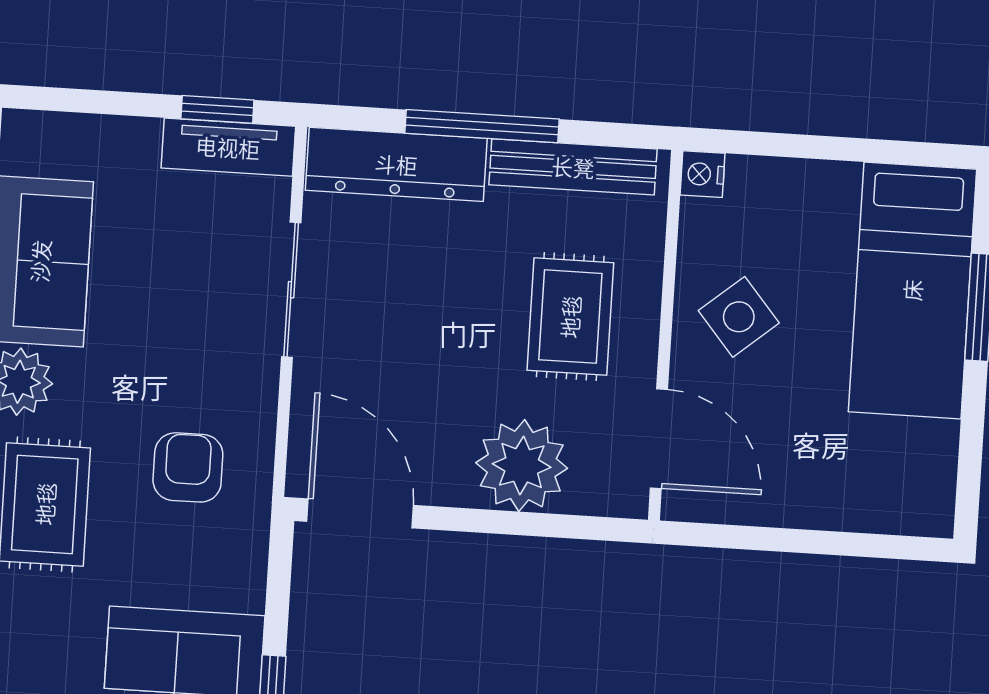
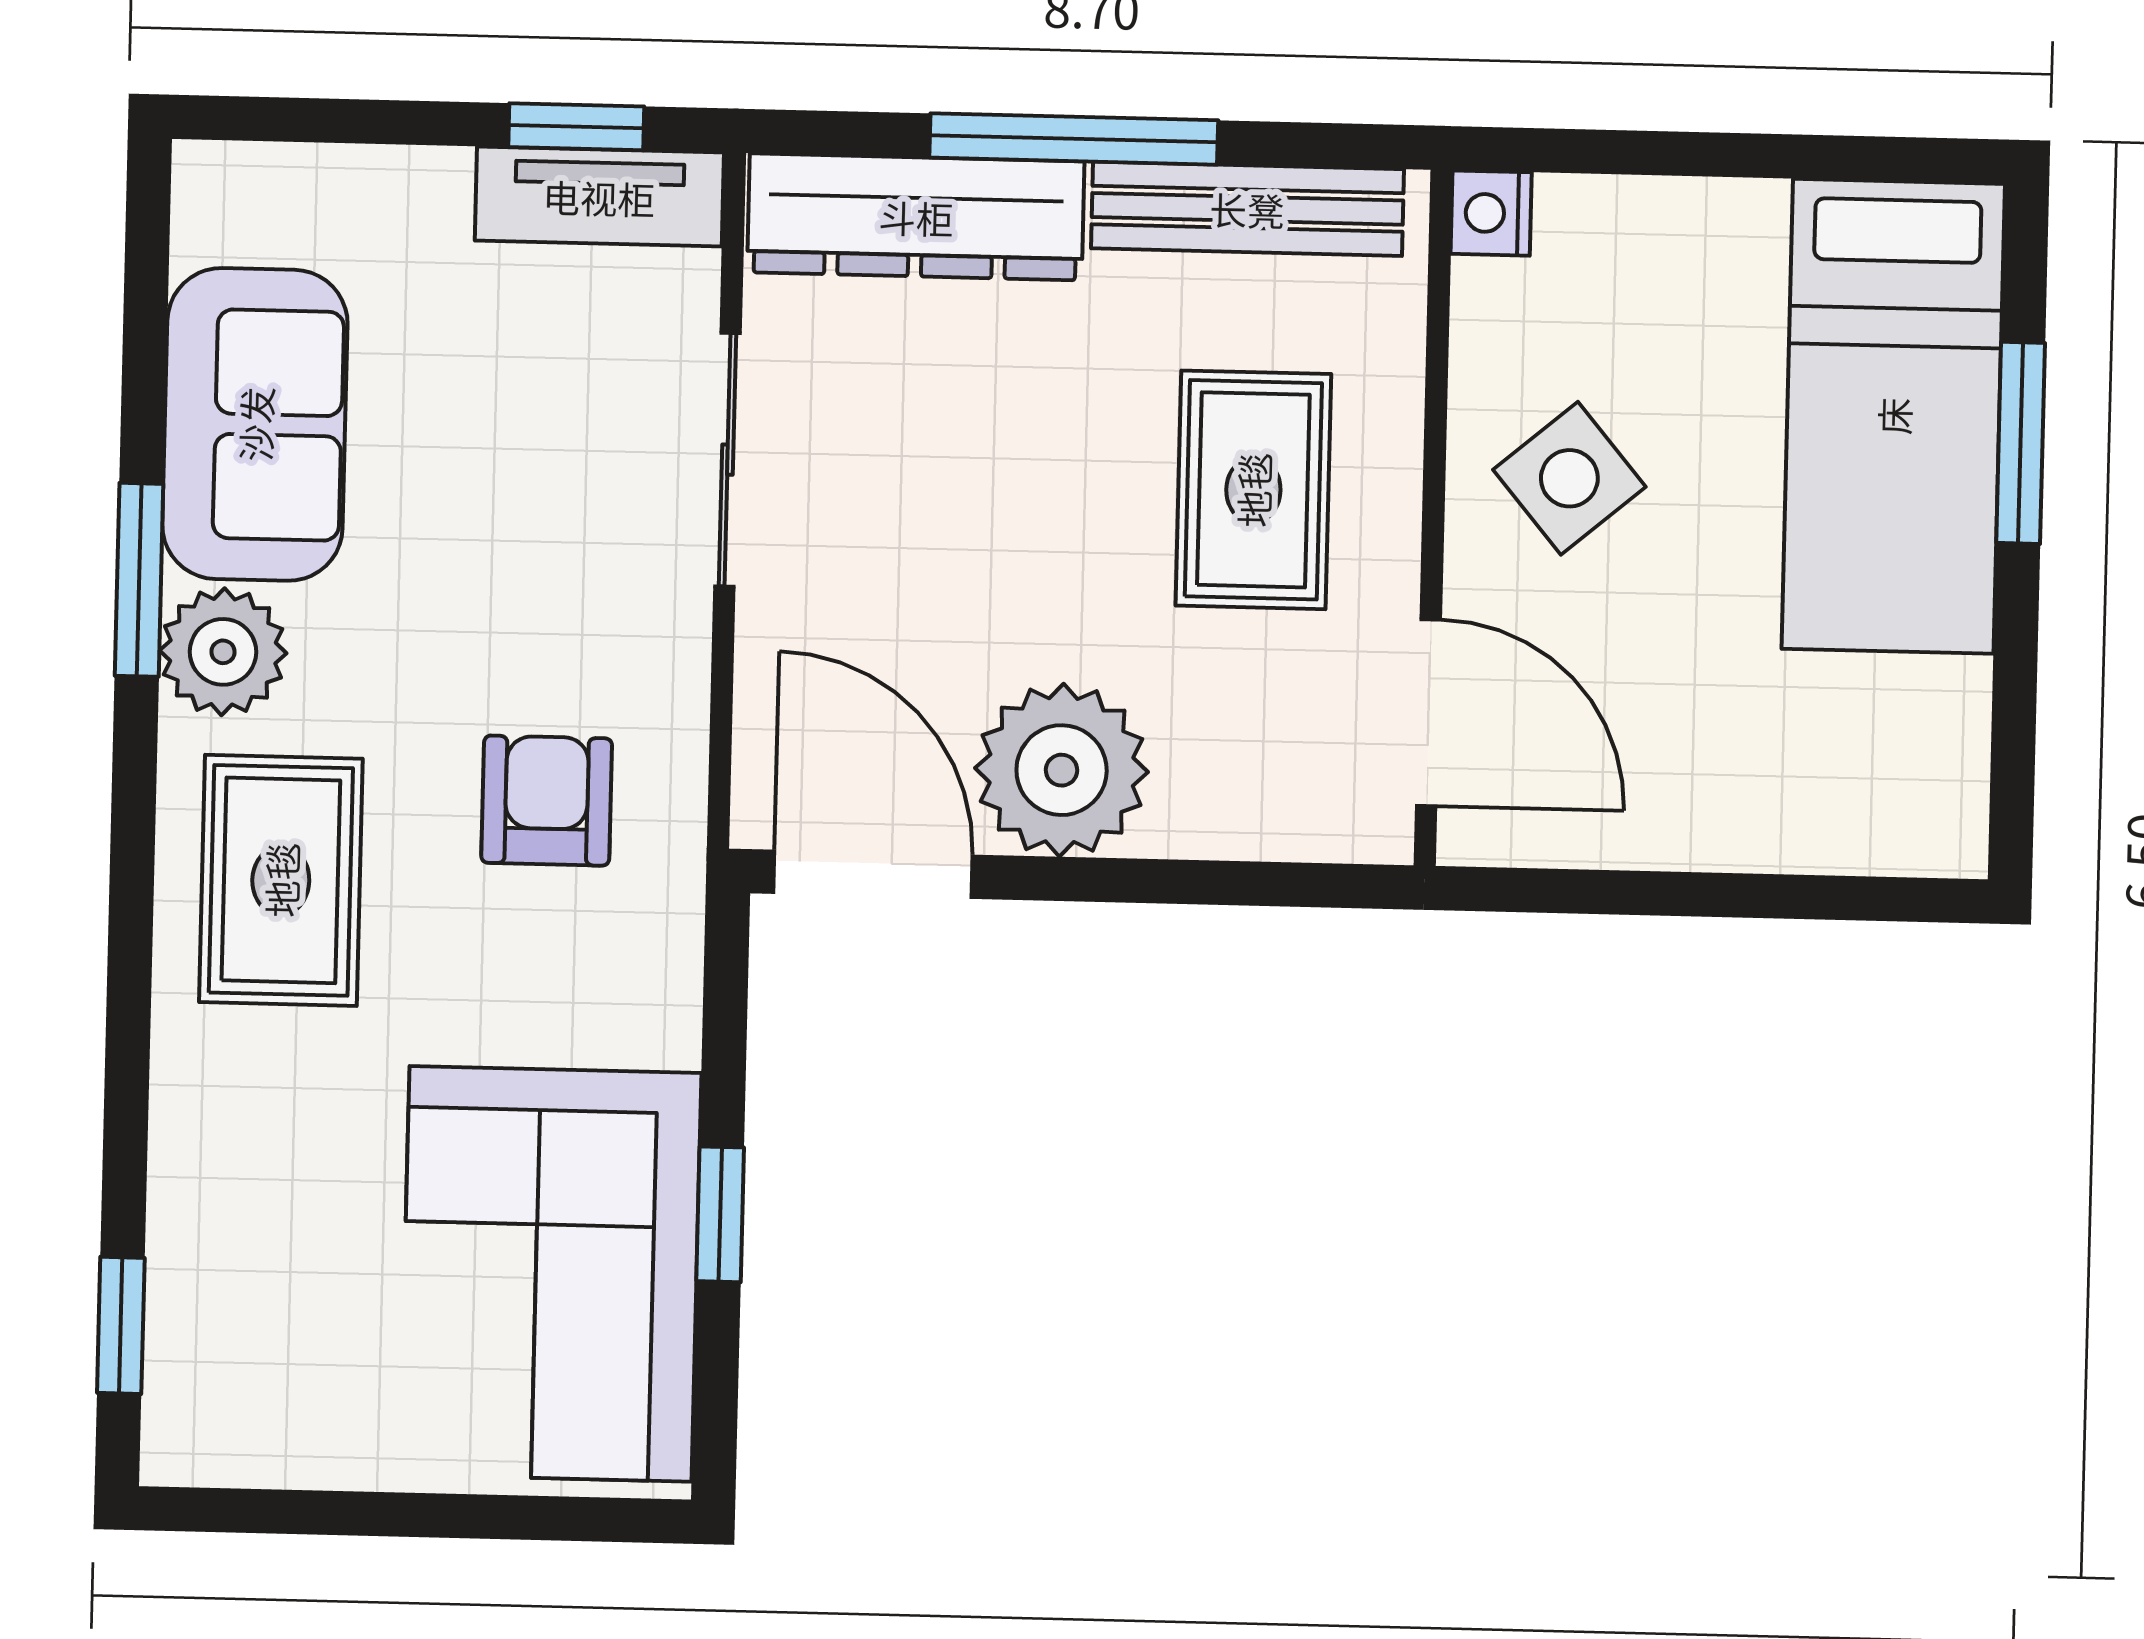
plant: (522, 465) -> (1062, 770), moved

